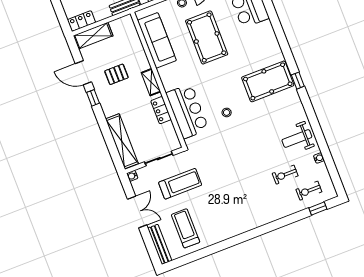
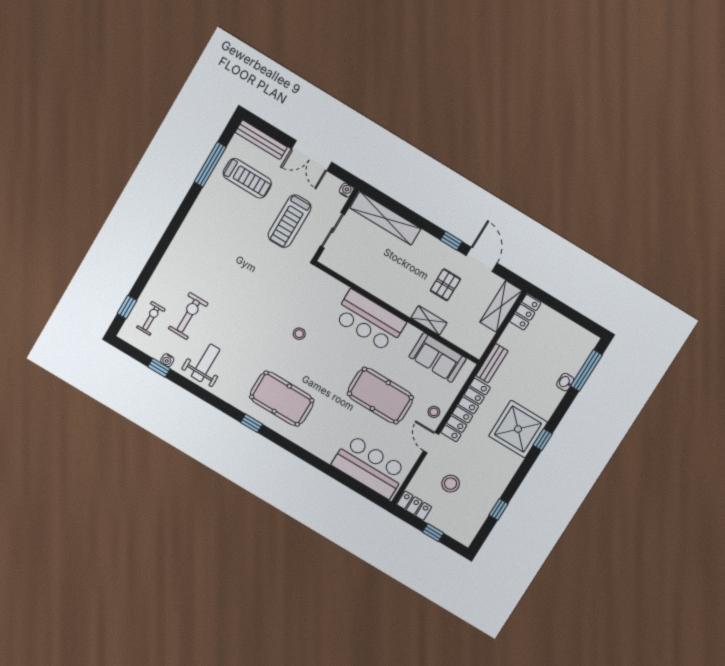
sofa: (157, 40) -> (438, 358), width x0.73
door: (83, 73) -> (482, 259), hinge flipped
pool table: (268, 81) -> (282, 399), turned 90
shelving: (151, 82) -> (429, 320), moved
locker: (161, 110) -> (369, 283), removed
bar counter: (187, 111) -> (370, 321), moved
window: (327, 157) -> (159, 368), added
exercise bike: (285, 175) -> (188, 316), width x1.38, depth x1.39
window: (201, 254) -> (210, 164), added

